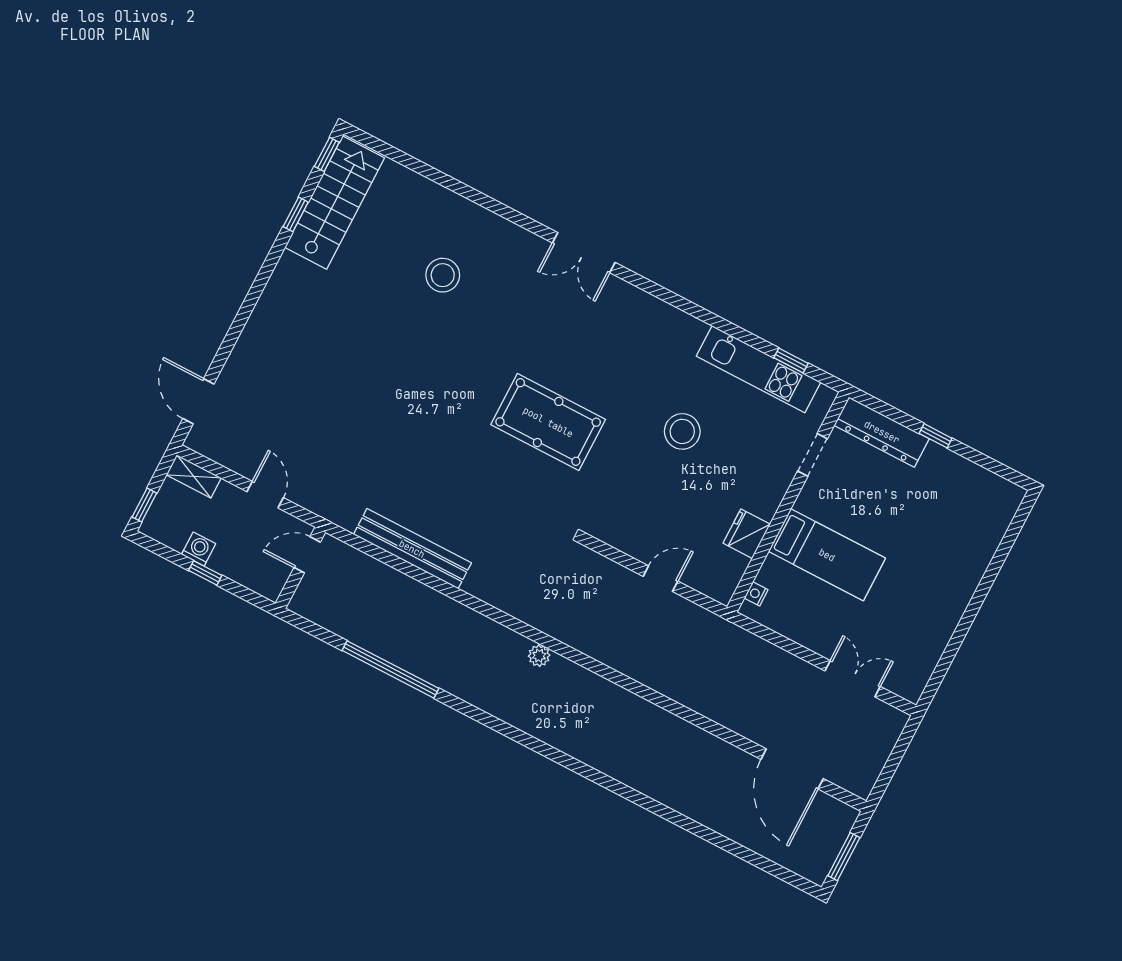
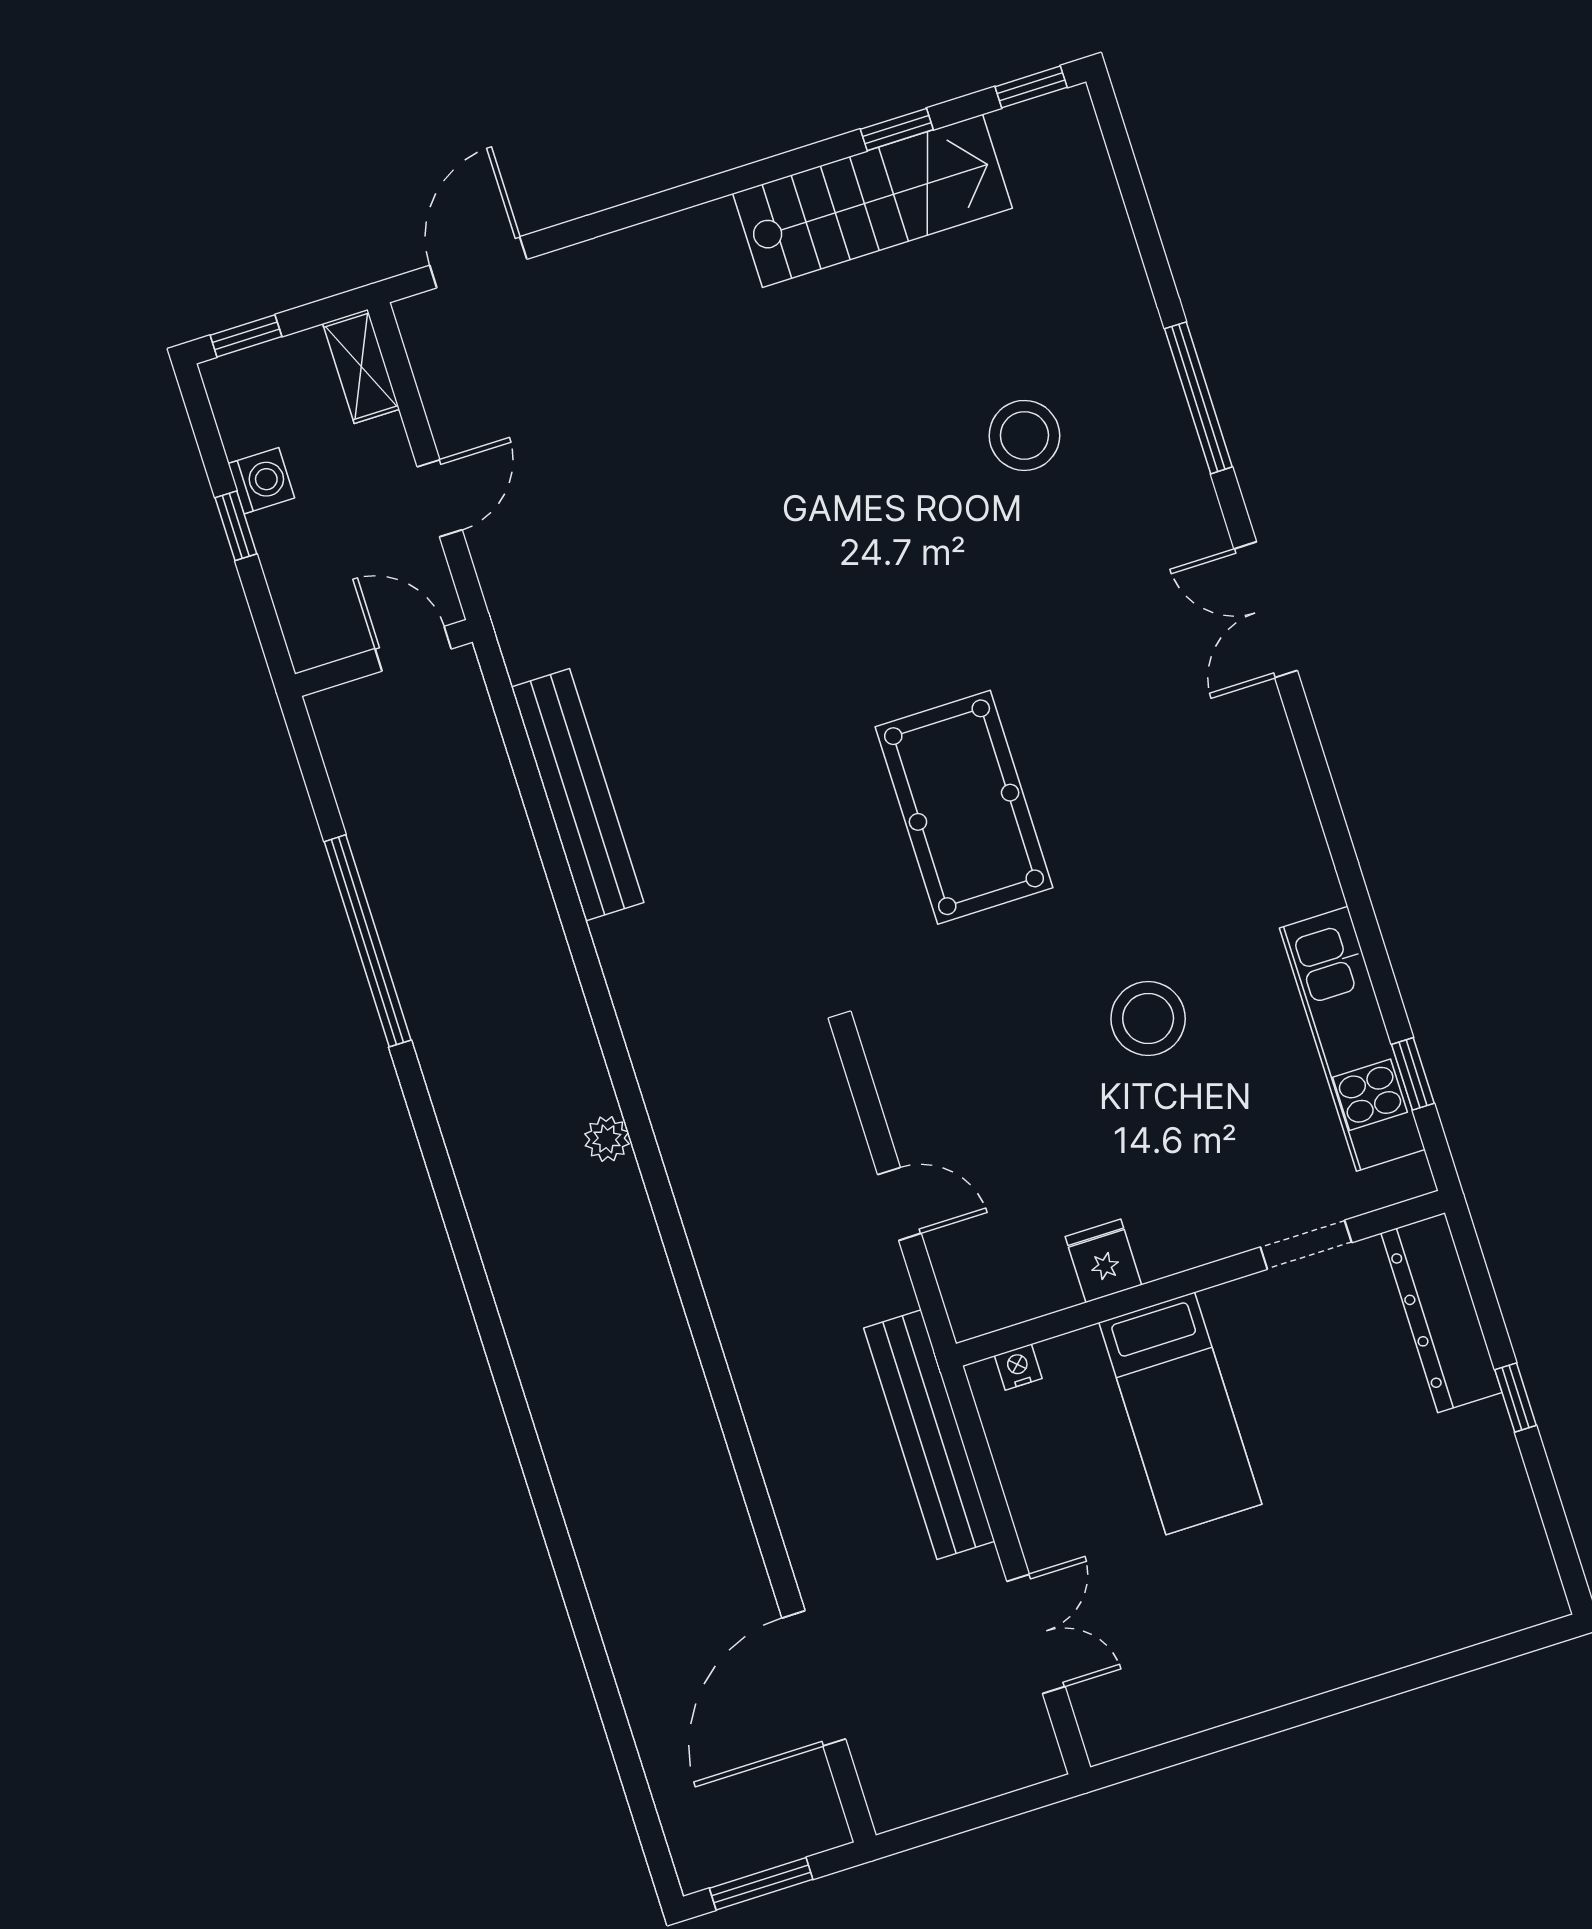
stairs: (335, 203) -> (873, 201), moved
window: (489, 203) -> (1198, 398), added
fridge: (747, 534) -> (1103, 1261), width x0.72
bench: (749, 647) -> (929, 1435), added

